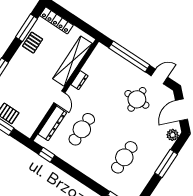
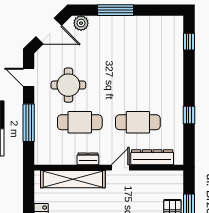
window: (129, 57) -> (29, 123), width x0.68
window: (47, 155) -> (189, 115), moved
cafe table: (124, 157) -> (80, 122), moved

